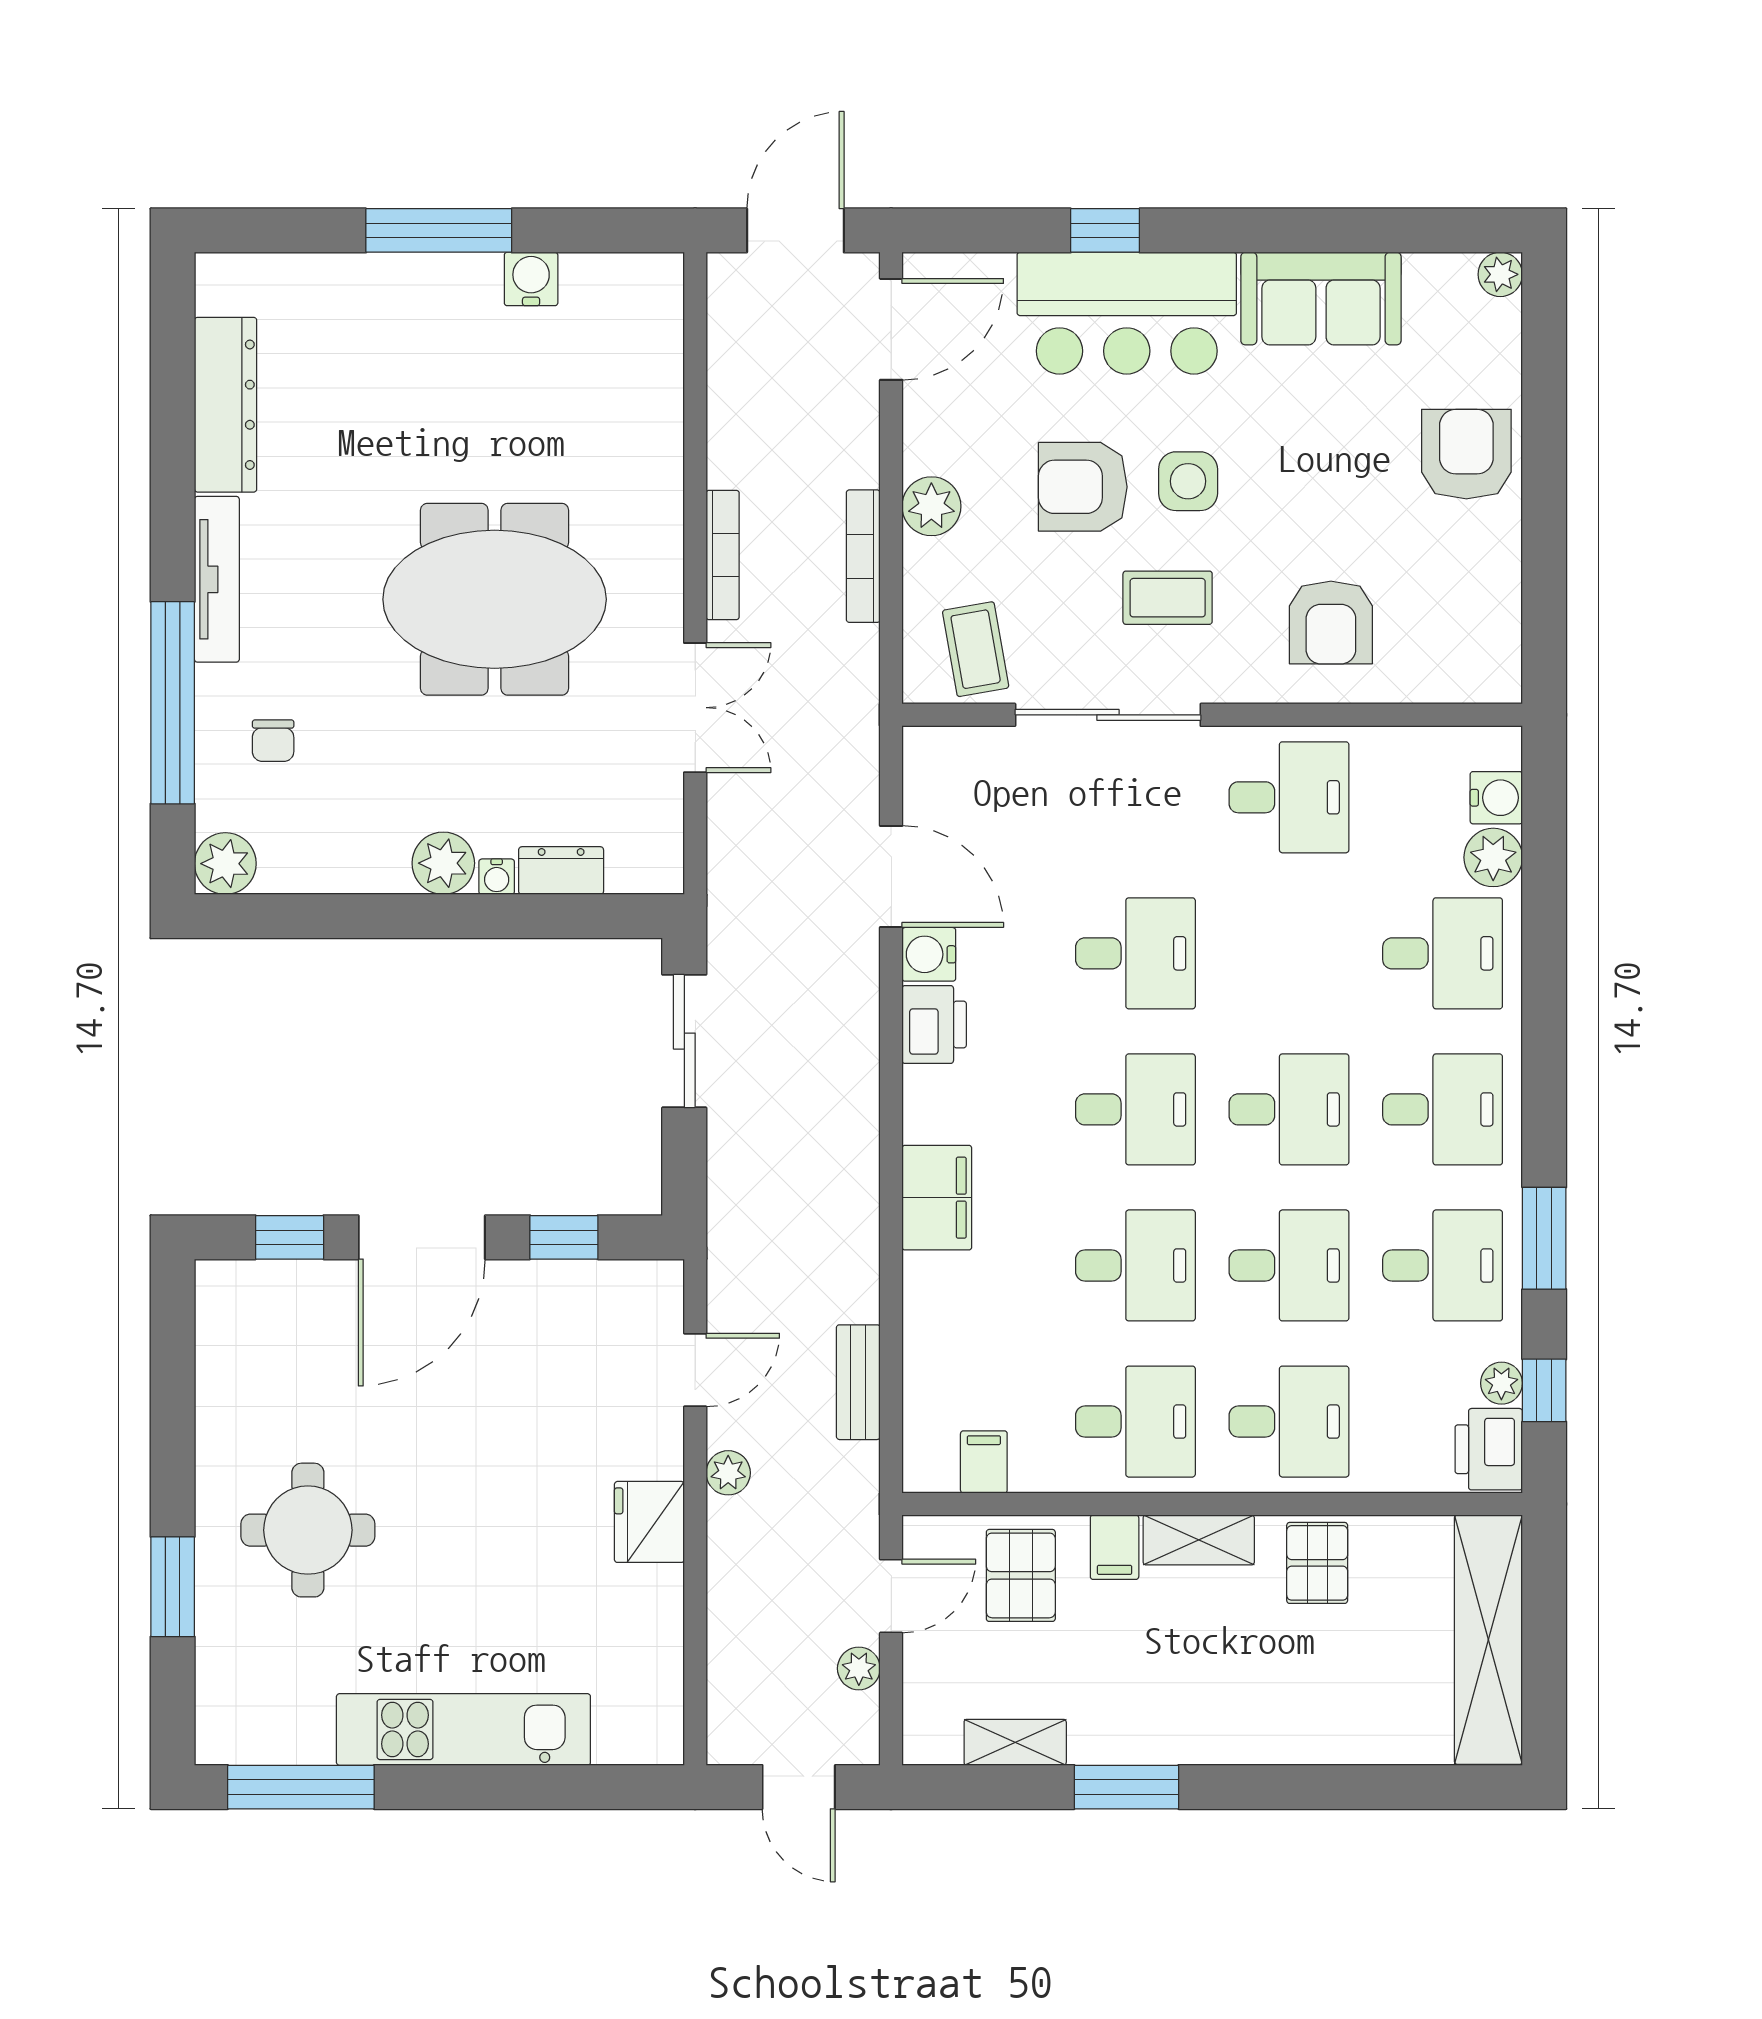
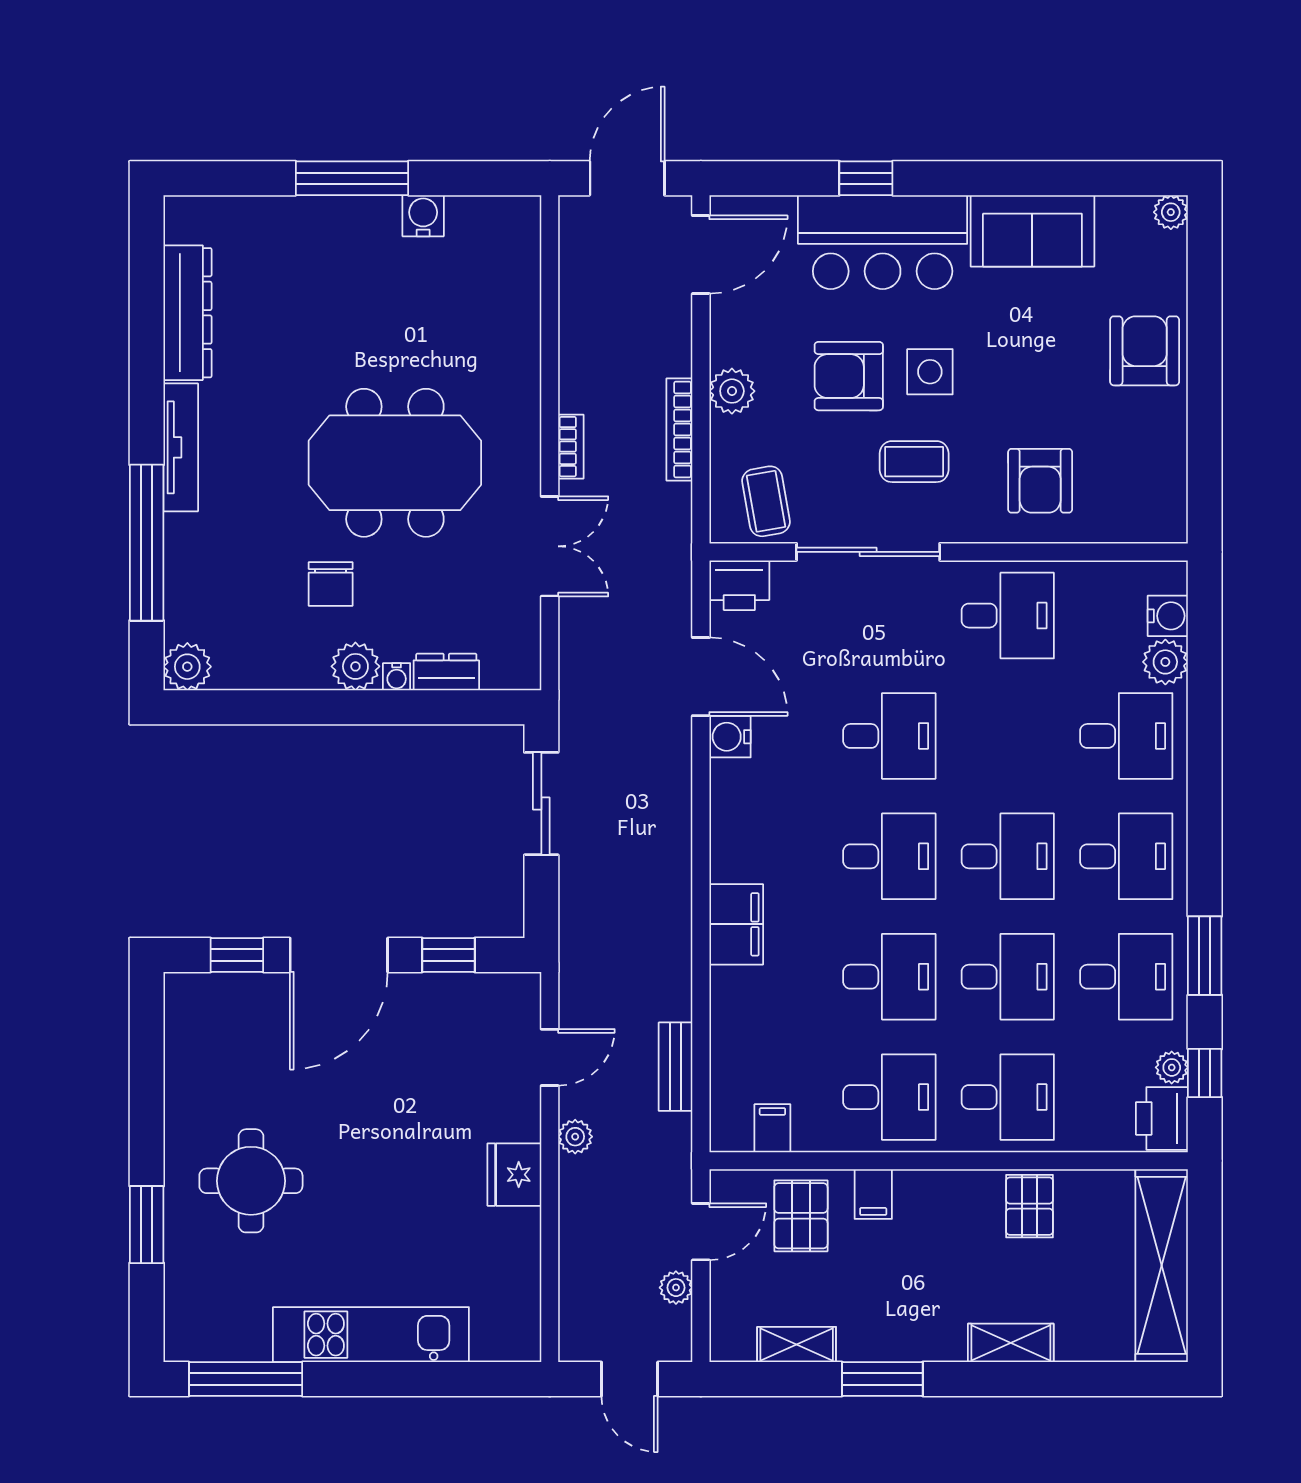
bookcase: (723, 555) -> (571, 447), width x0.64
chair: (273, 741) -> (331, 584), moved, width x1.37, depth x1.37
printer: (934, 1024) -> (739, 585), moved, turned 90
shelving: (1199, 1540) -> (1011, 1343), moved

